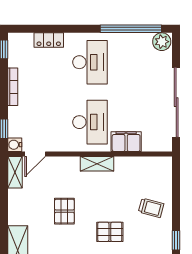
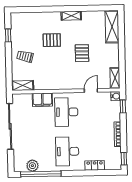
plant: (162, 42) -> (32, 166), moved
door: (35, 154) -> (91, 91), moved
shelving: (97, 164) -> (23, 86), moved

